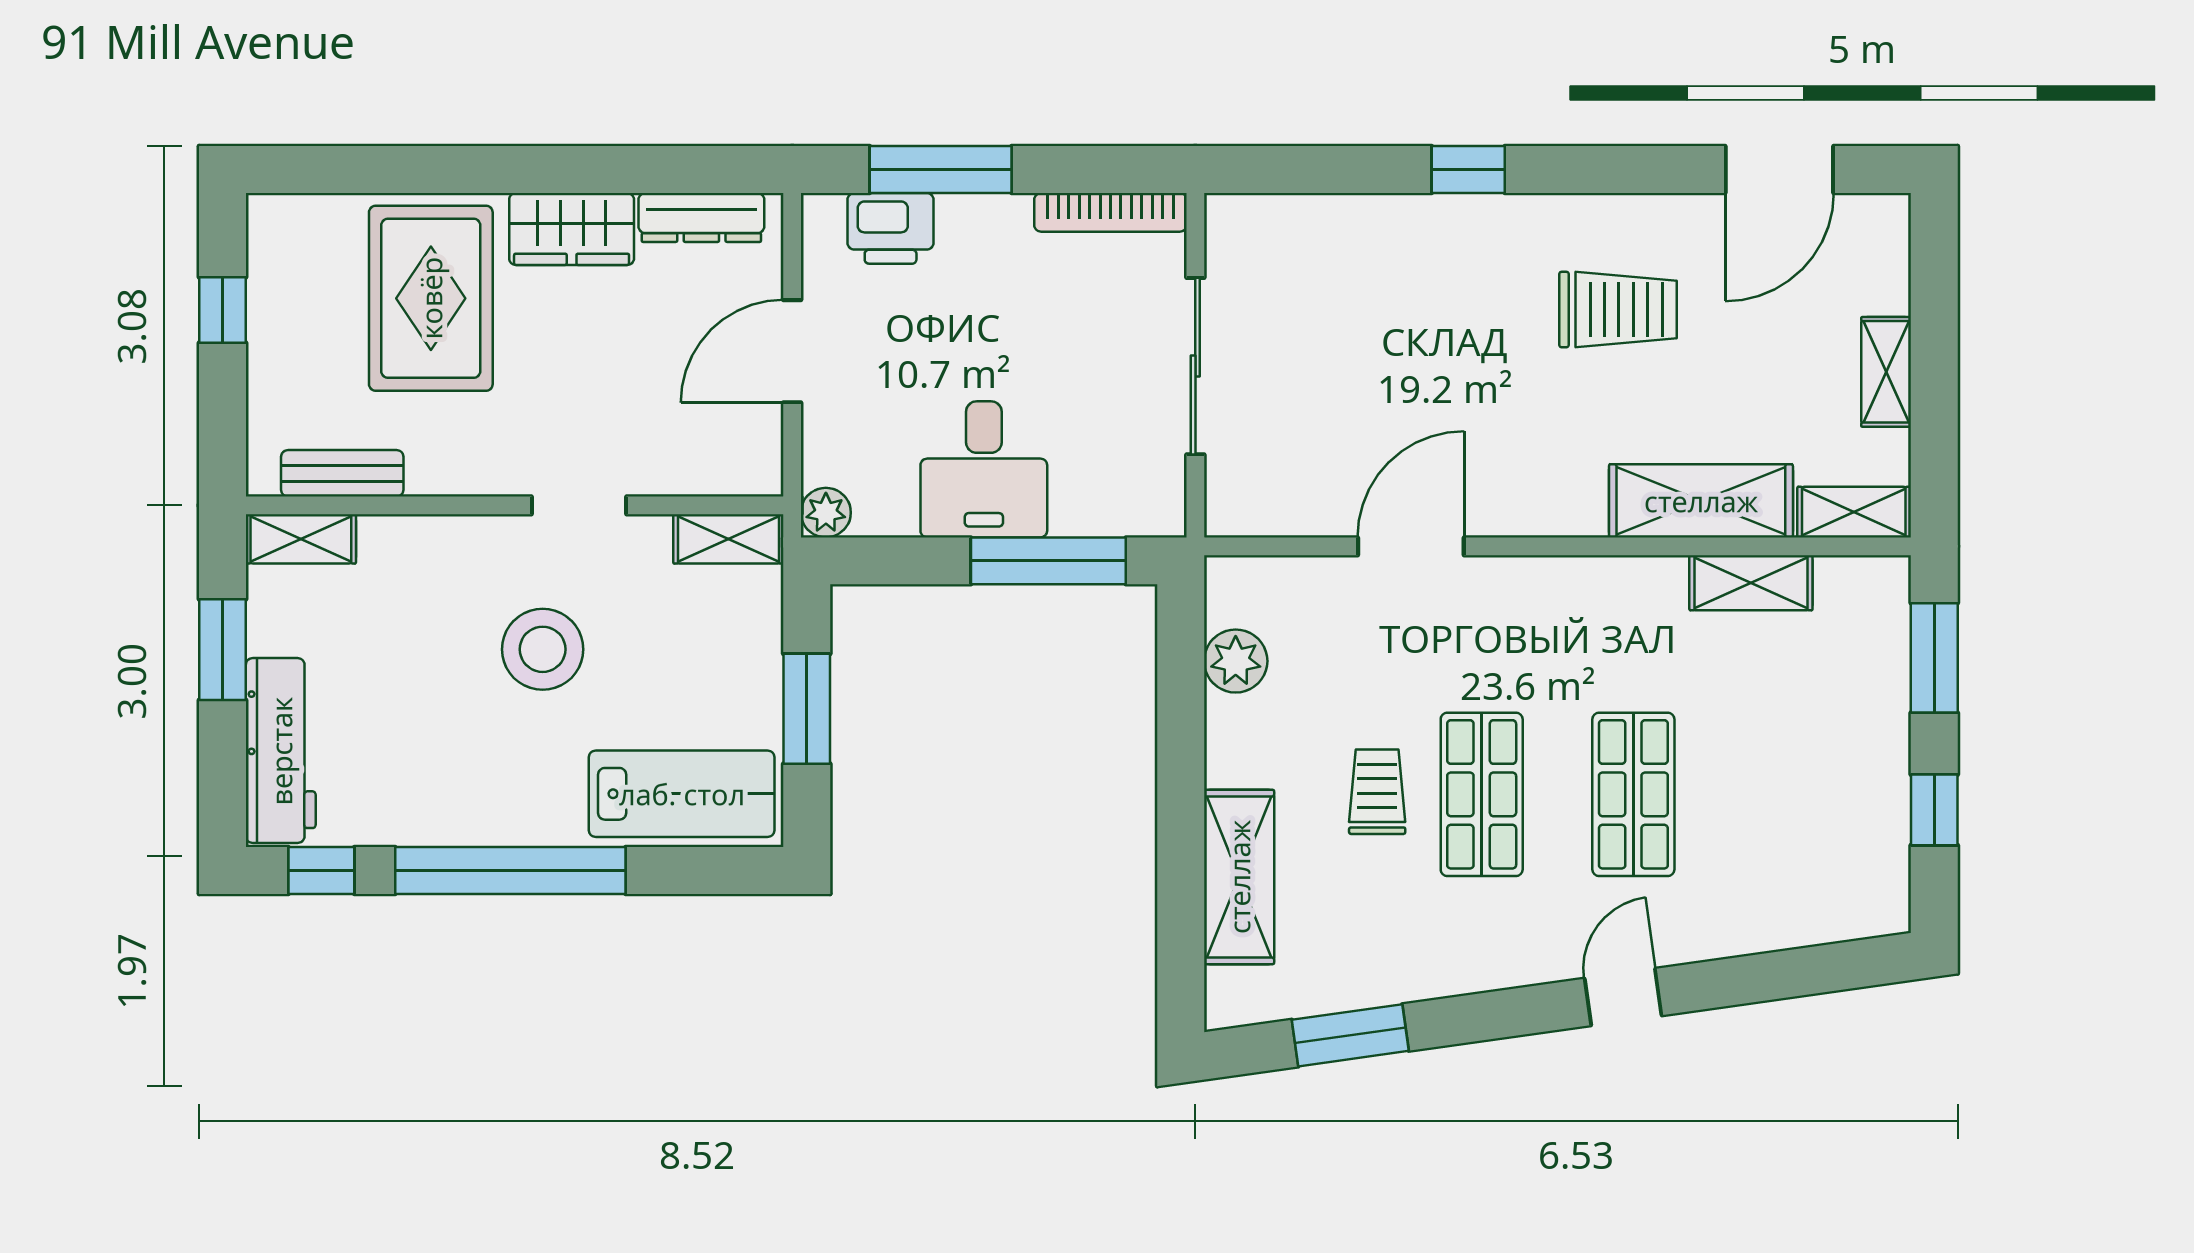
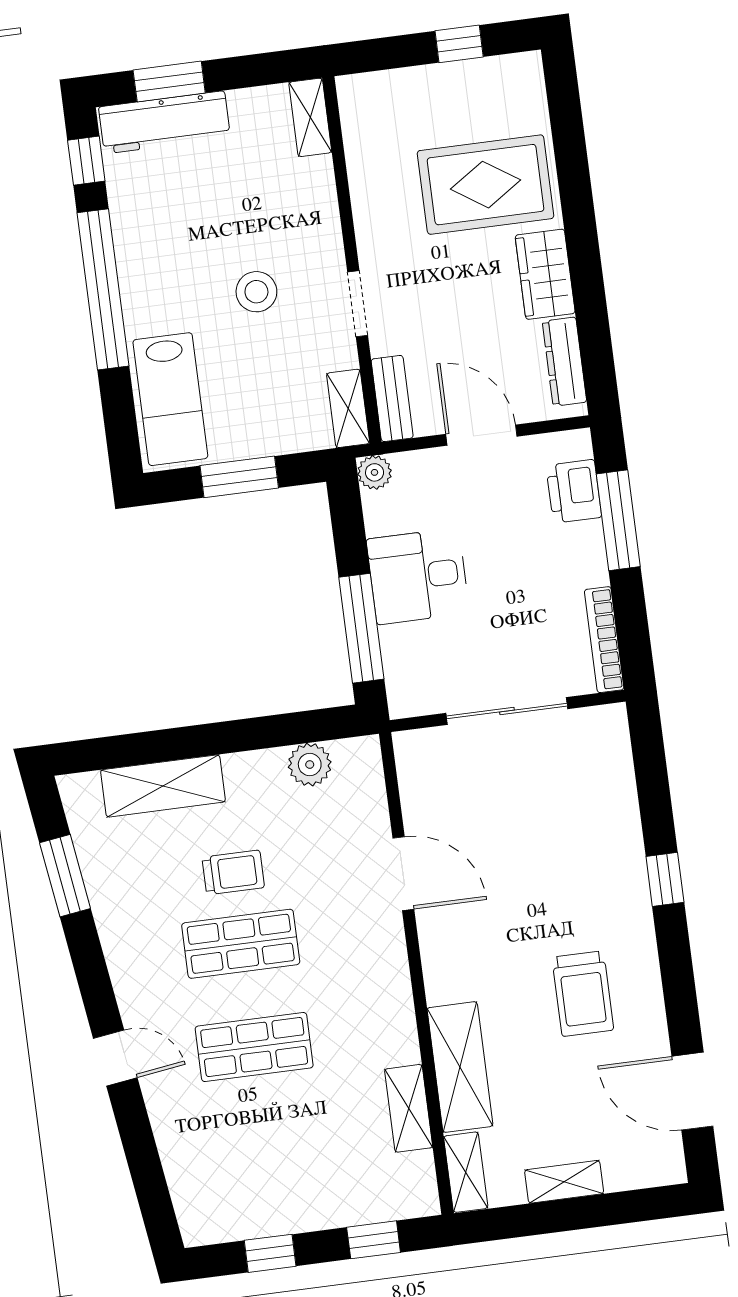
bench: (342, 473) -> (392, 399), moved
stool: (543, 649) -> (256, 292), width x0.73, depth x0.73
window: (223, 650) -> (169, 82), moved
window: (1934, 658) -> (374, 1240), width x0.67

